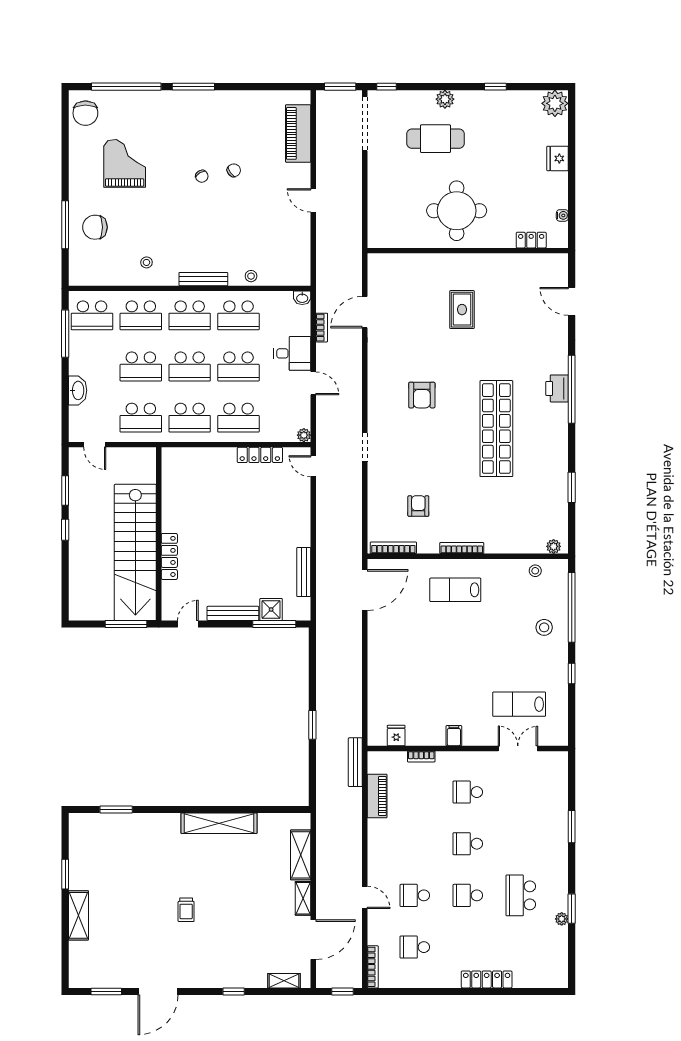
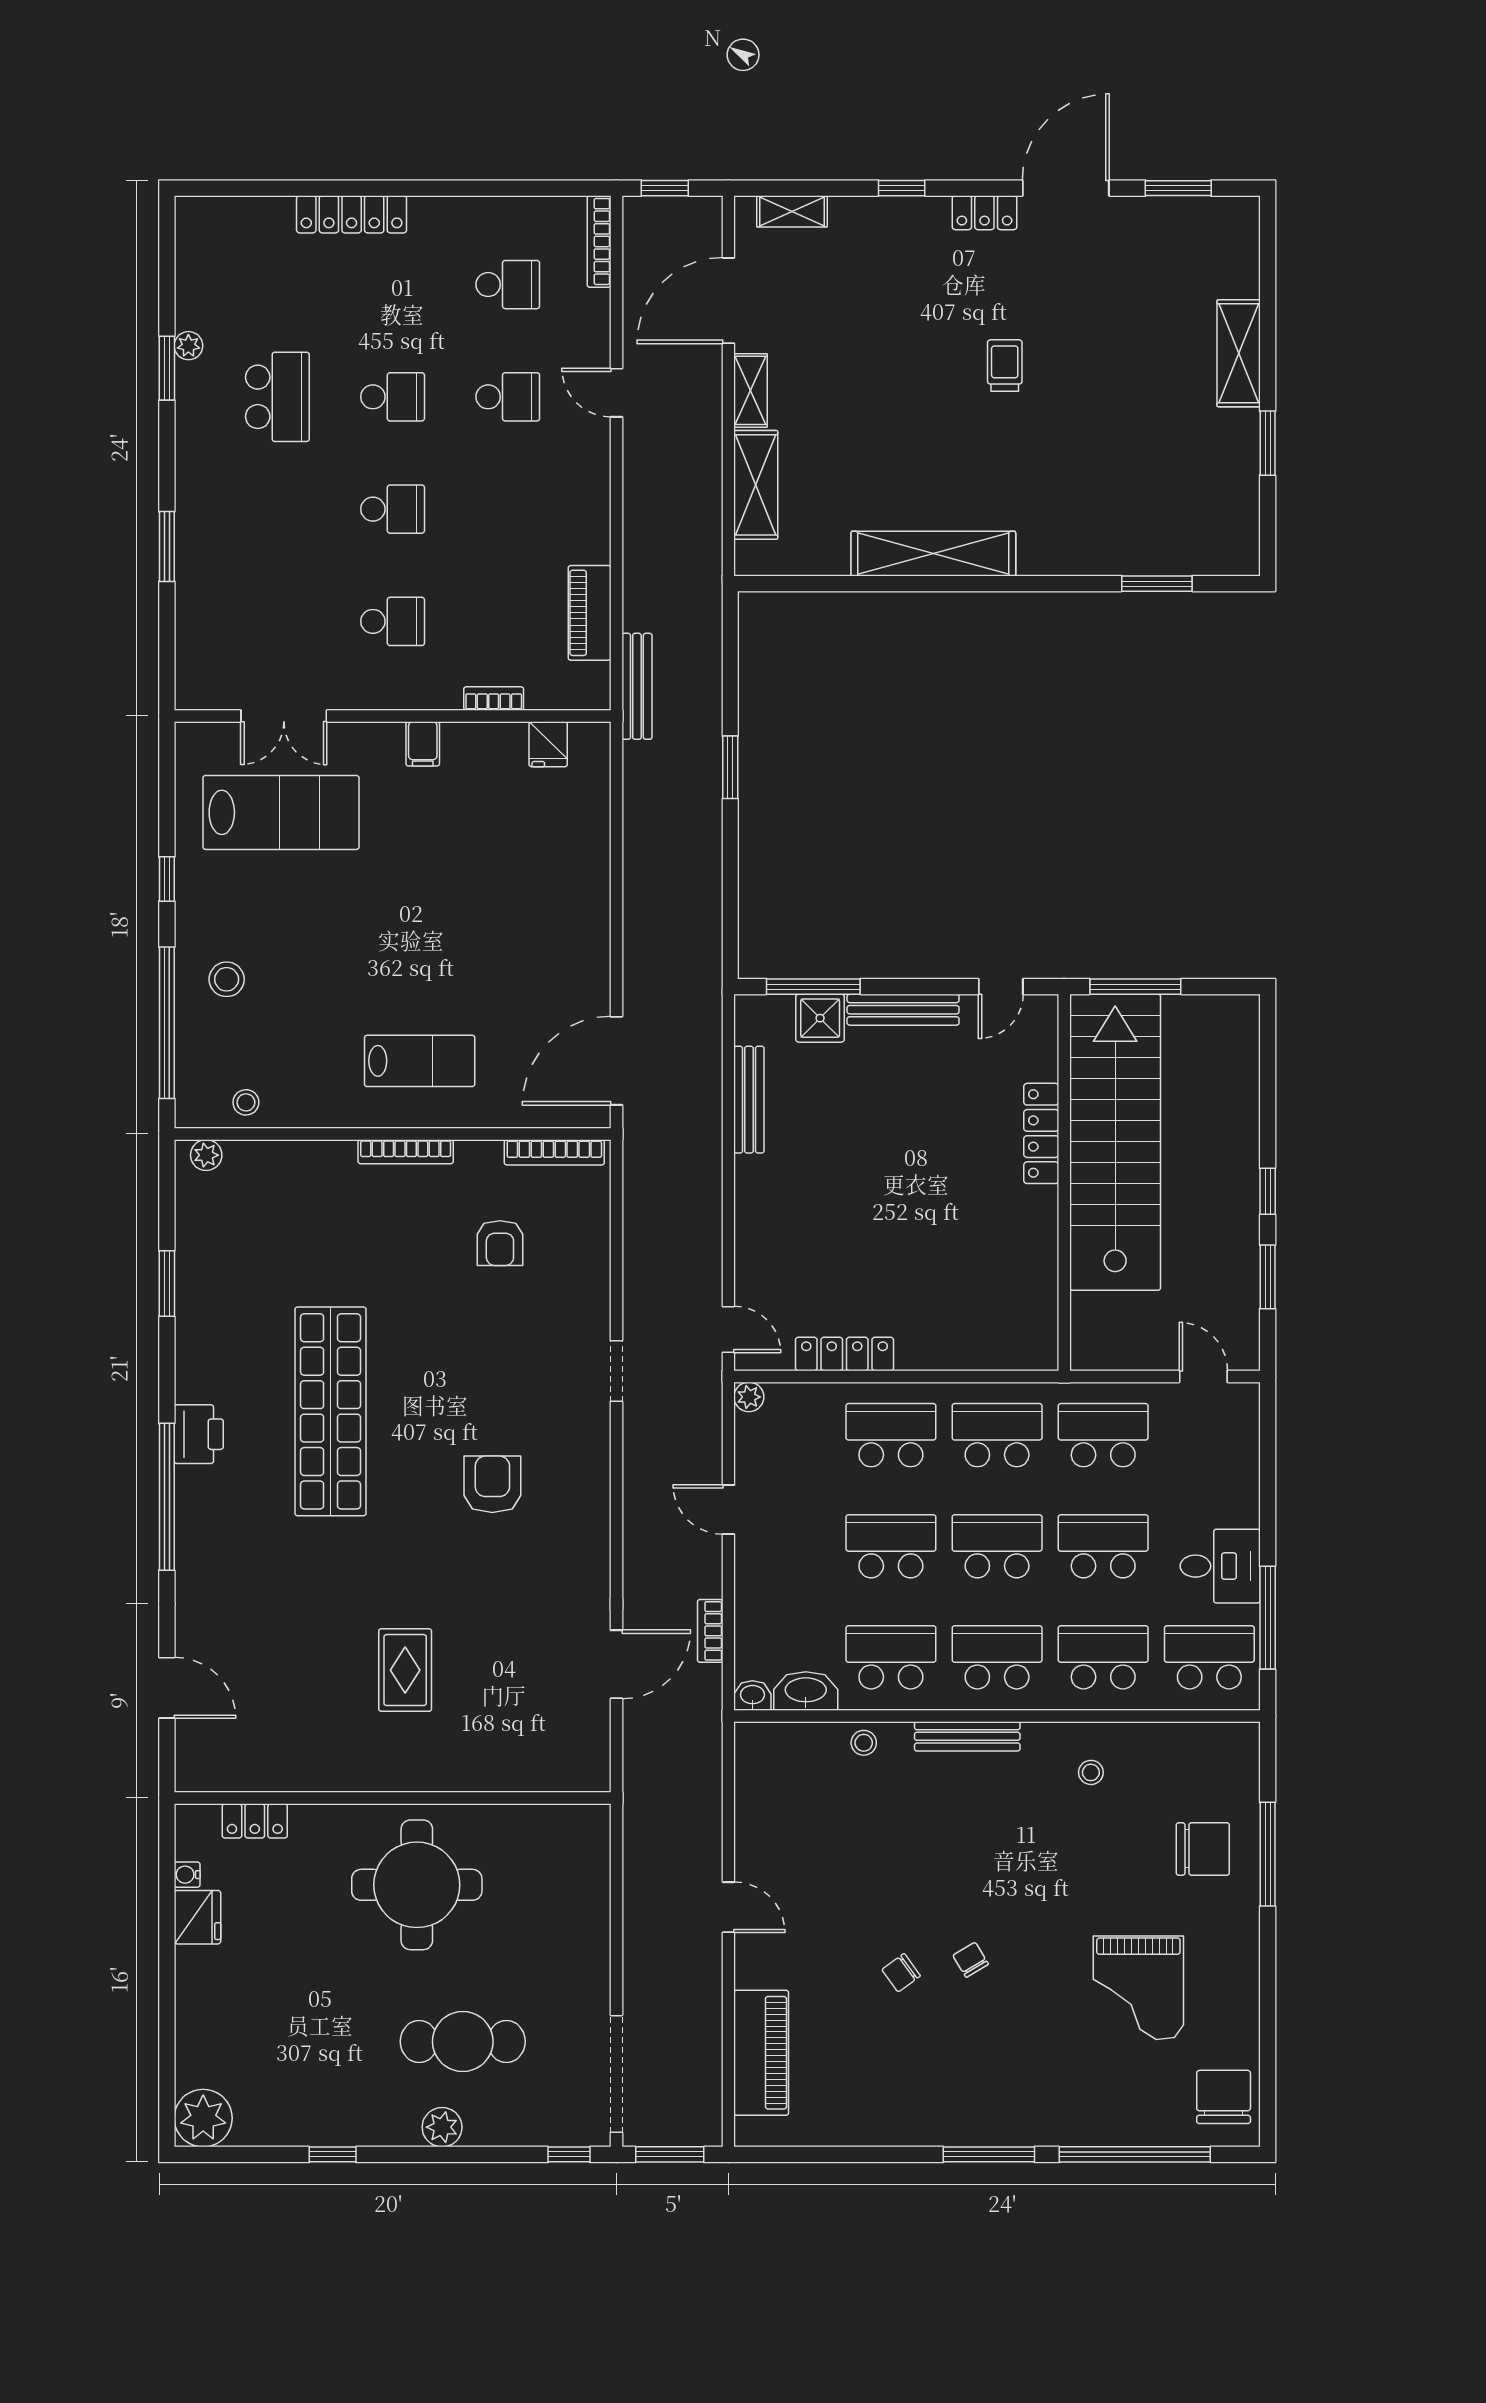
fridge: (558, 158) -> (197, 1917), moved
desk: (292, 353) -> (1220, 1566), moved, turned 180
printer: (557, 388) -> (199, 1434), moved
washbasin: (78, 390) -> (806, 1691), moved, turned 90
lab bench: (519, 704) -> (281, 812), width x1.36, depth x1.39
locker: (195, 980) -> (984, 213), added

